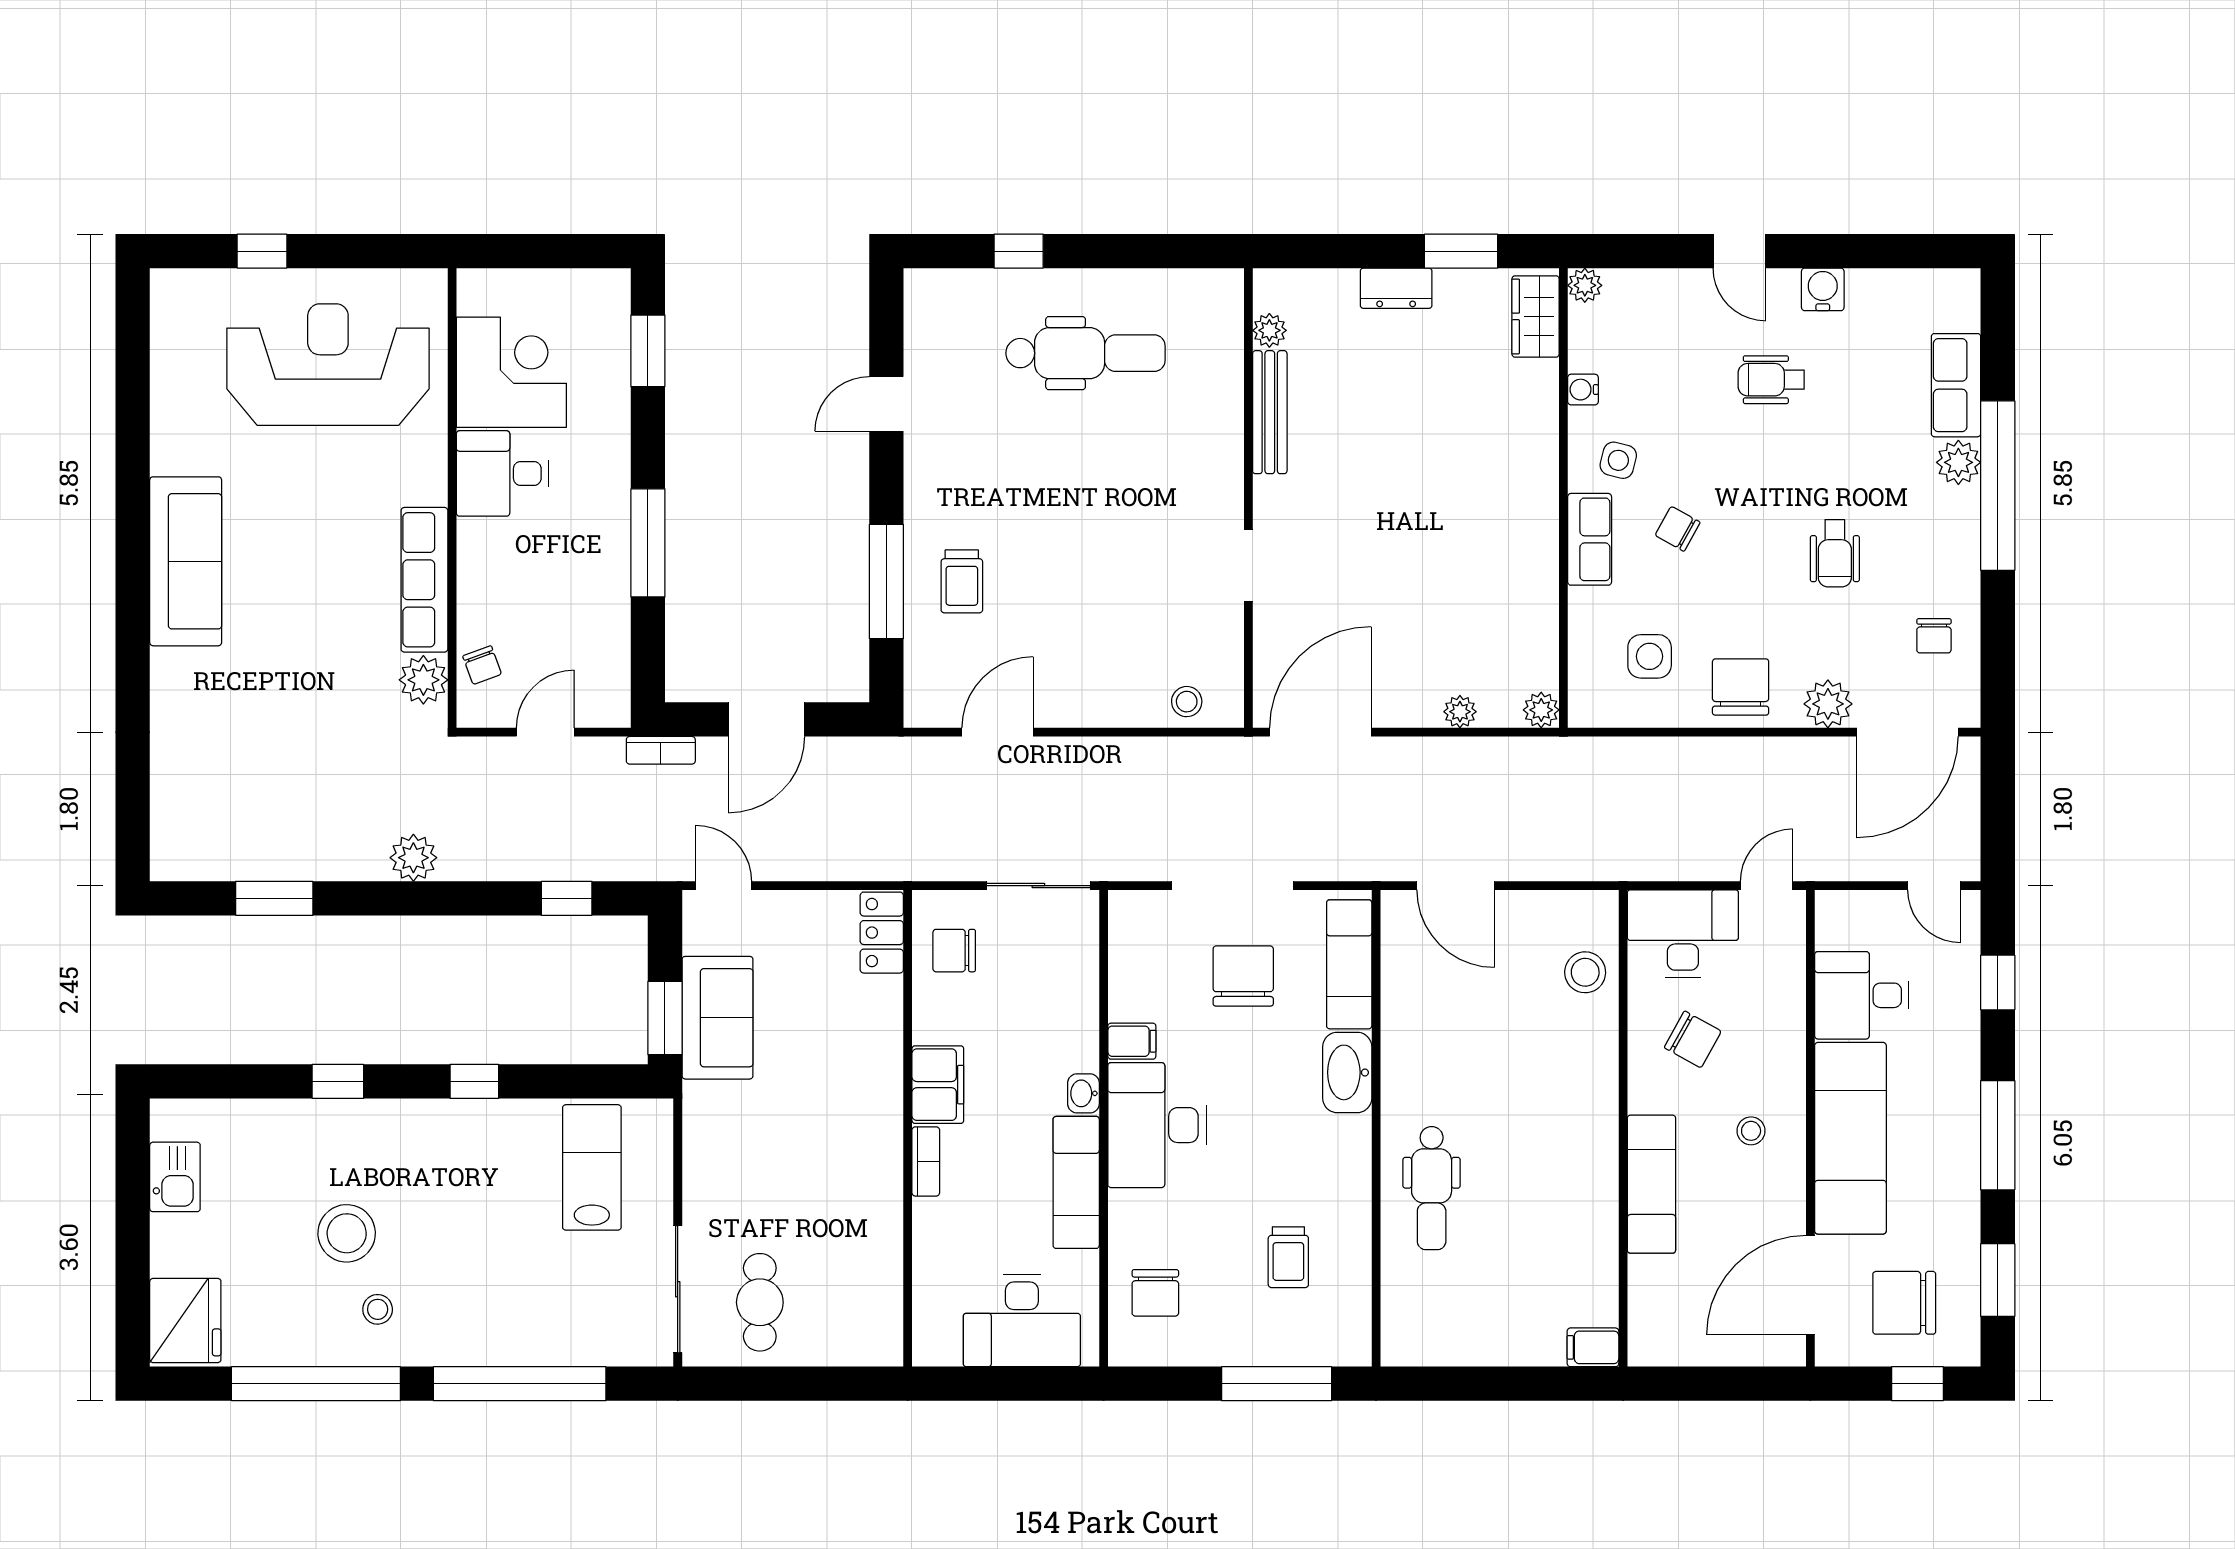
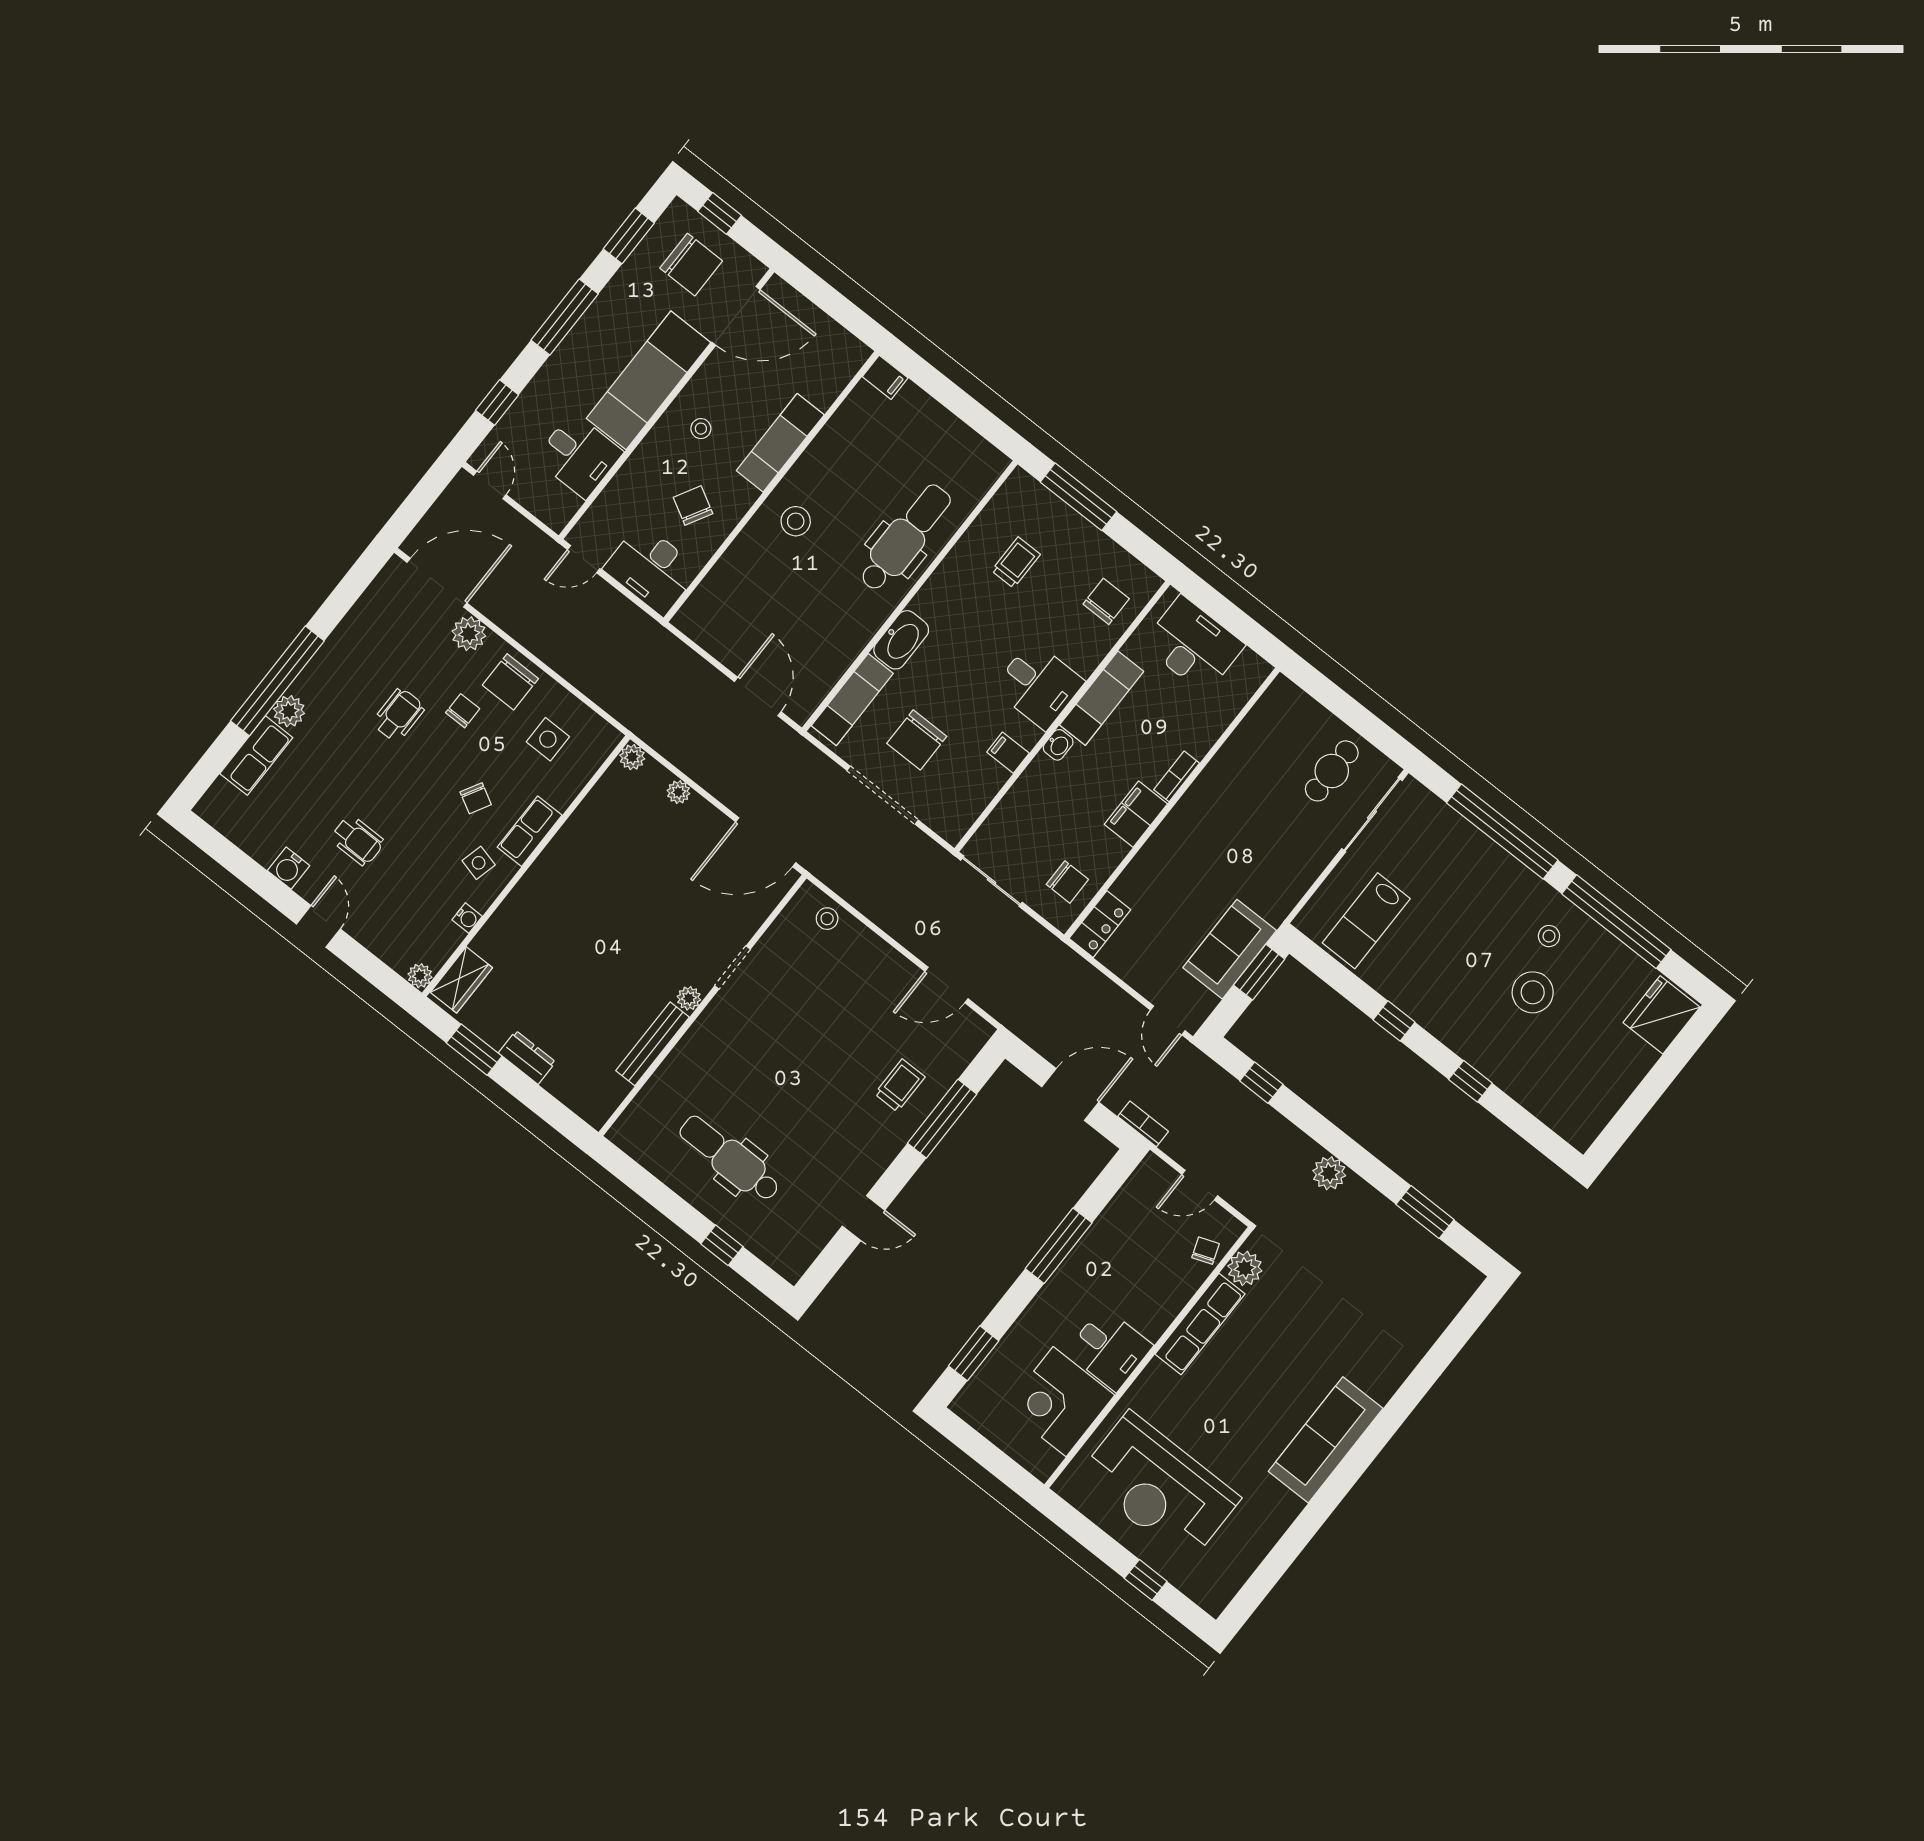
plant: (1269, 330) -> (689, 998), moved
chair: (1934, 636) -> (463, 711), moved
stool: (1585, 972) -> (796, 521), moved
desk: (1157, 1125) -> (1039, 685), width x0.73
kitchen sink: (175, 1177) -> (1604, 1100), removed
dental chair: (1432, 1188) -> (905, 538), width x1.36, depth x1.38

